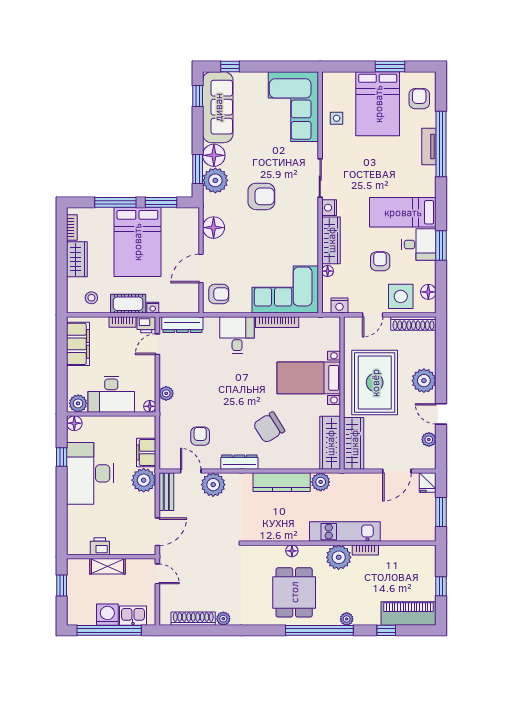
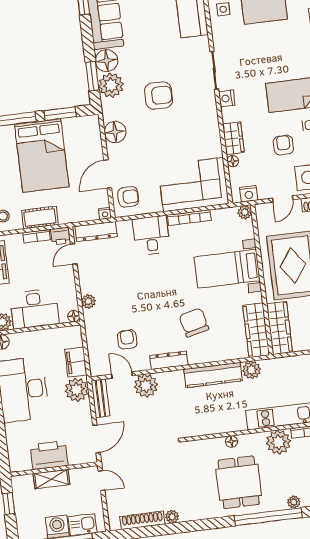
wardrobe: (331, 240) -> (233, 138), width x0.67
nightstand: (153, 308) -> (105, 214), moved
plant: (333, 324) -> (245, 212), added
chair: (269, 427) -> (194, 323), turned 108
printer: (100, 546) -> (49, 455), width x1.87, depth x1.48

